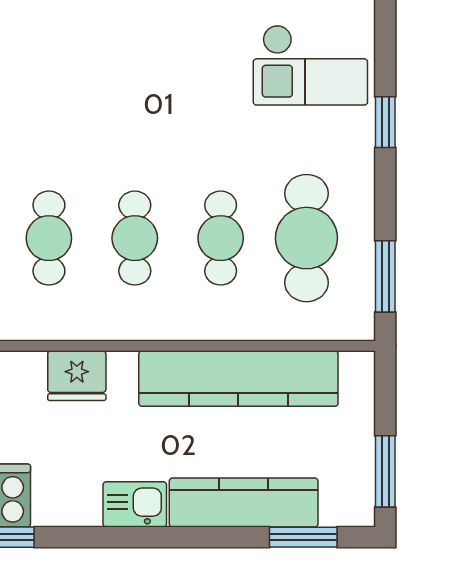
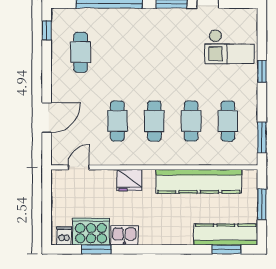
cafe table: (306, 238) -> (228, 121), width x0.73, depth x0.74
window: (385, 471) -> (262, 204), moved
kitchen counter: (244, 503) -> (226, 235), moved
kitchen sink: (135, 504) -> (124, 235), moved

